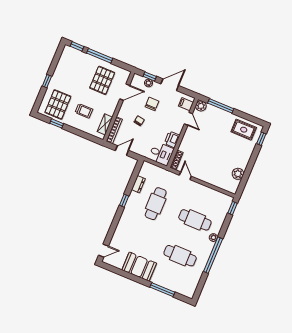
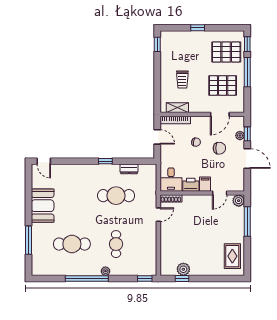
door: (125, 92) -> (220, 114), hinge flipped
pallet: (58, 104) -> (226, 52), moved
filing cabinet: (186, 104) -> (205, 184), moved
window: (57, 123) -> (157, 44), moved
window: (261, 139) -> (182, 279), moved
cafe table: (195, 220) -> (116, 244), width x0.73, depth x0.74
cafe table: (180, 256) -> (72, 244), turned 90

